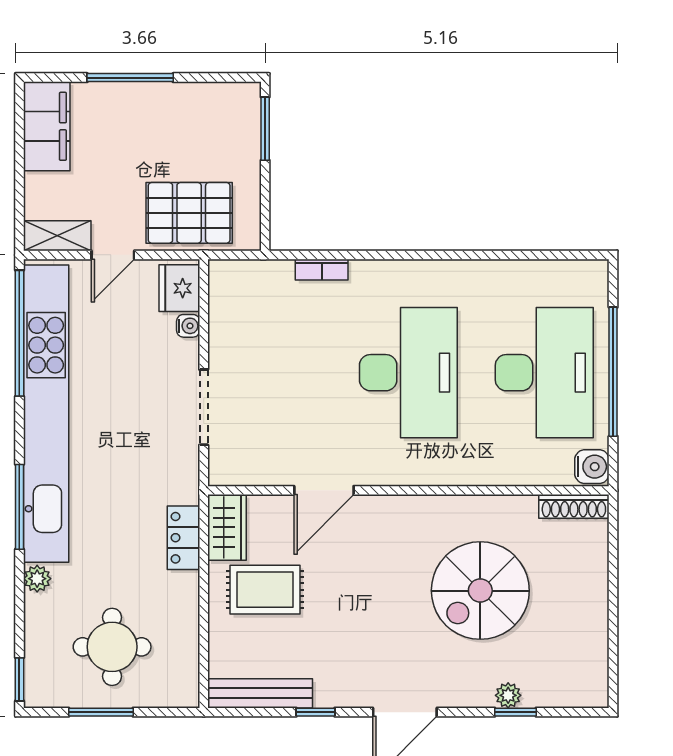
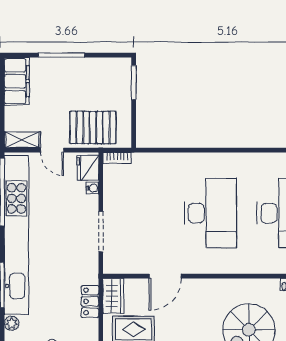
door: (113, 255) -> (52, 150), hinge flipped
bookcase: (322, 270) -> (117, 158), moved

